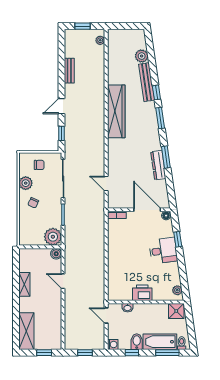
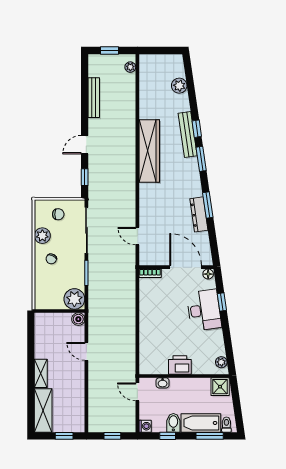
bench: (69, 71) -> (94, 98), width x1.36
bench: (147, 82) -> (188, 135), moved
desk: (163, 251) -> (204, 310), width x1.37
shelving: (24, 284) -> (41, 373), moved

